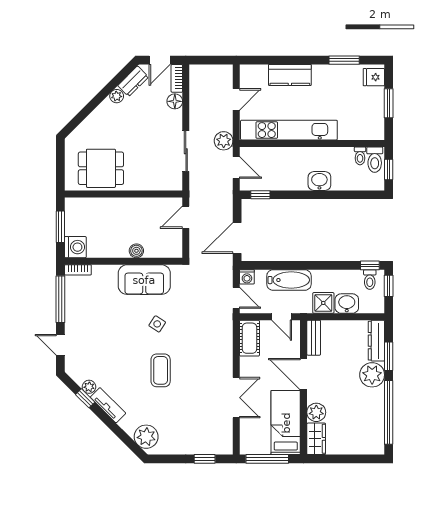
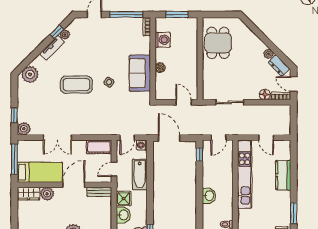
plant: (224, 141) -> (24, 129), moved
washing machine: (75, 247) -> (163, 40), moved, turned -90
coffee table: (161, 370) -> (76, 85), width x1.36, depth x1.32

